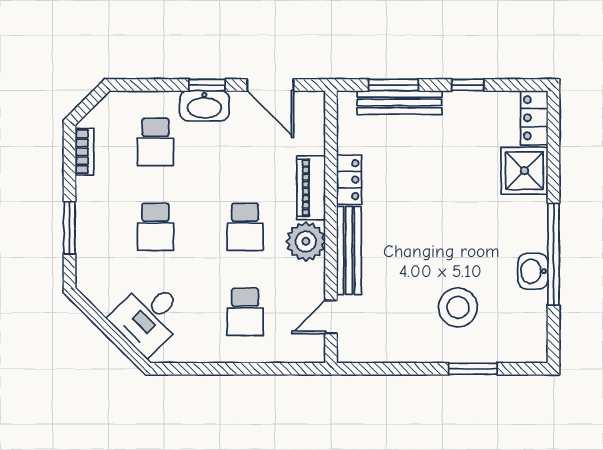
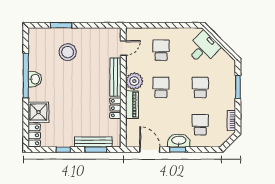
washbasin: (533, 271) -> (35, 79), moved

